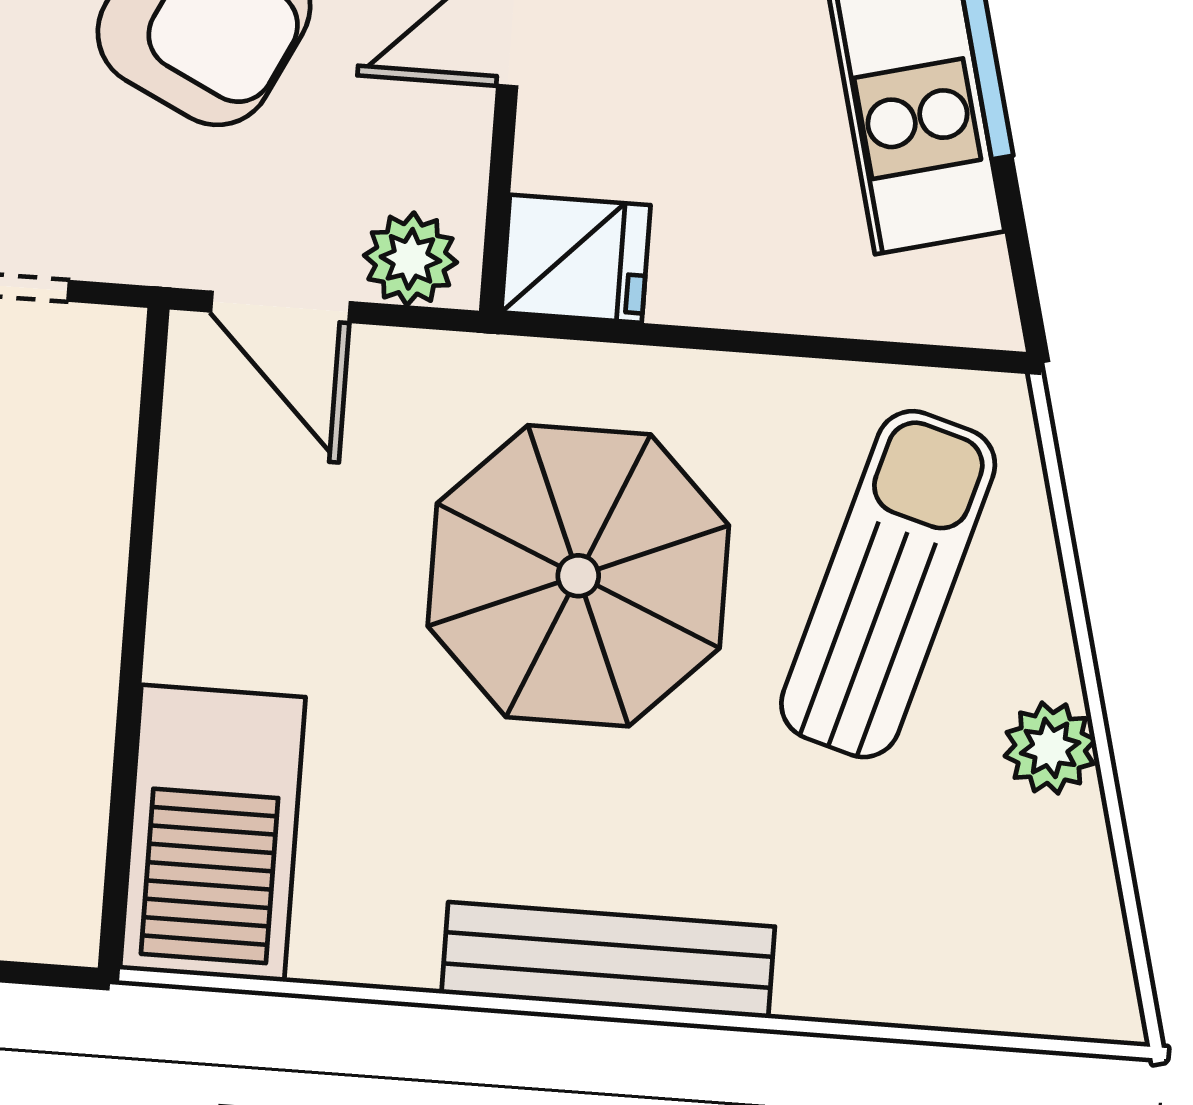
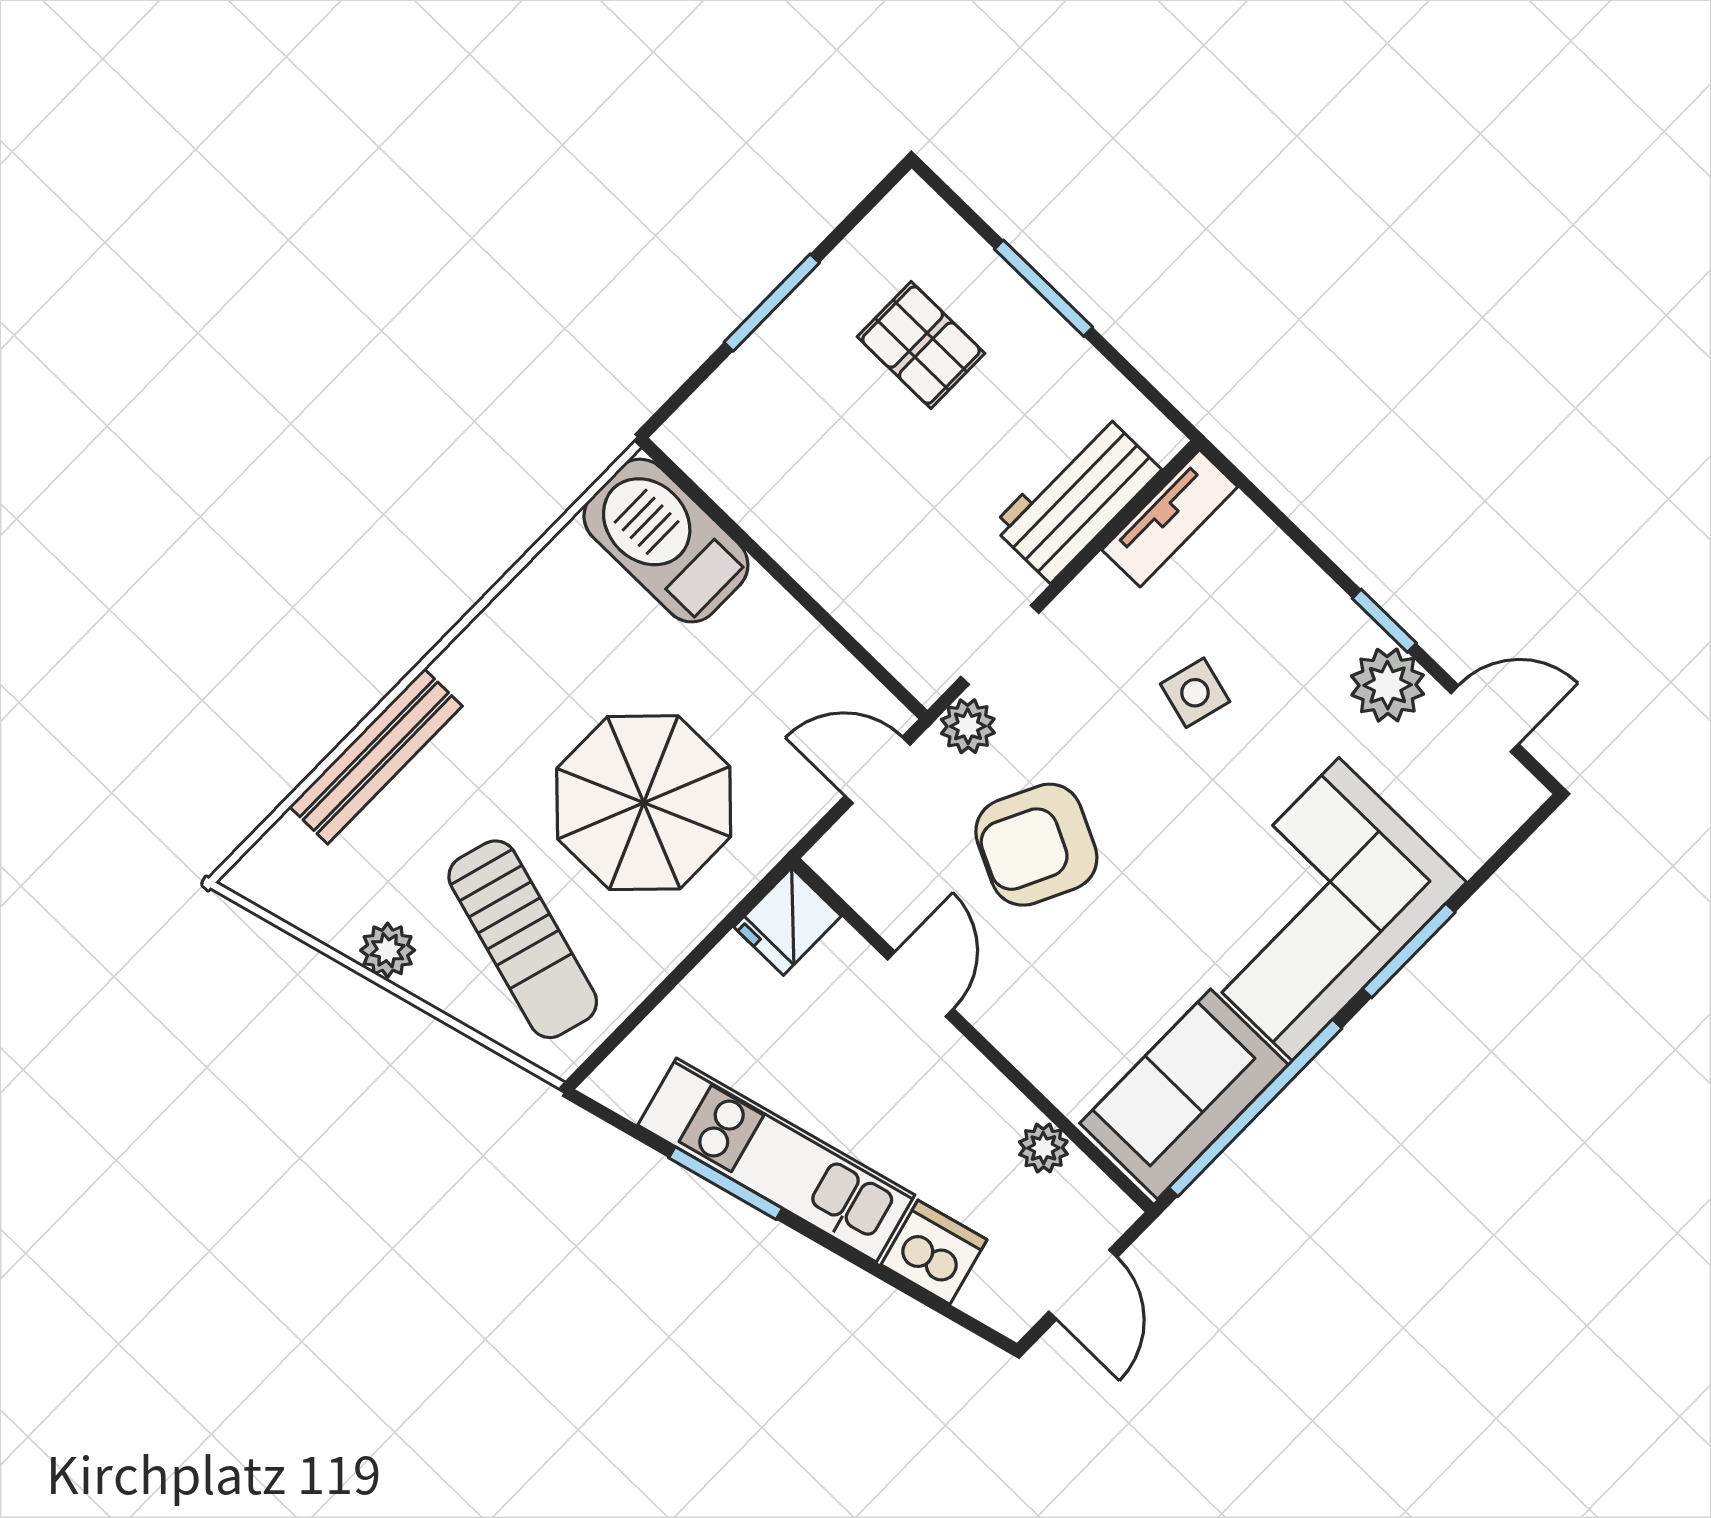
plant: (410, 259) -> (968, 726), moved
bench: (608, 960) -> (376, 756), moved

